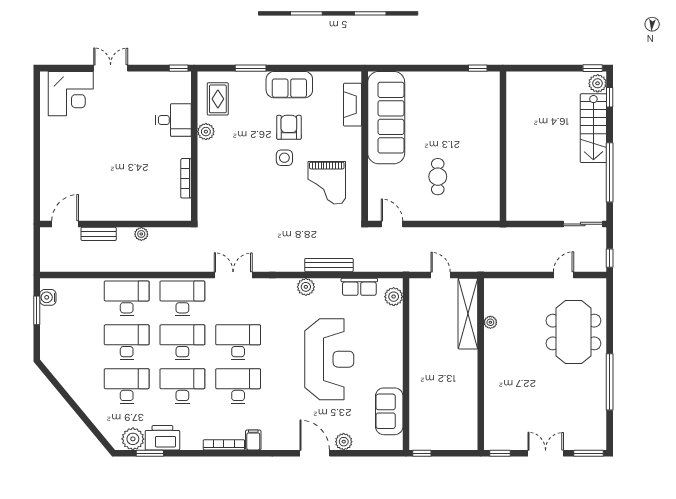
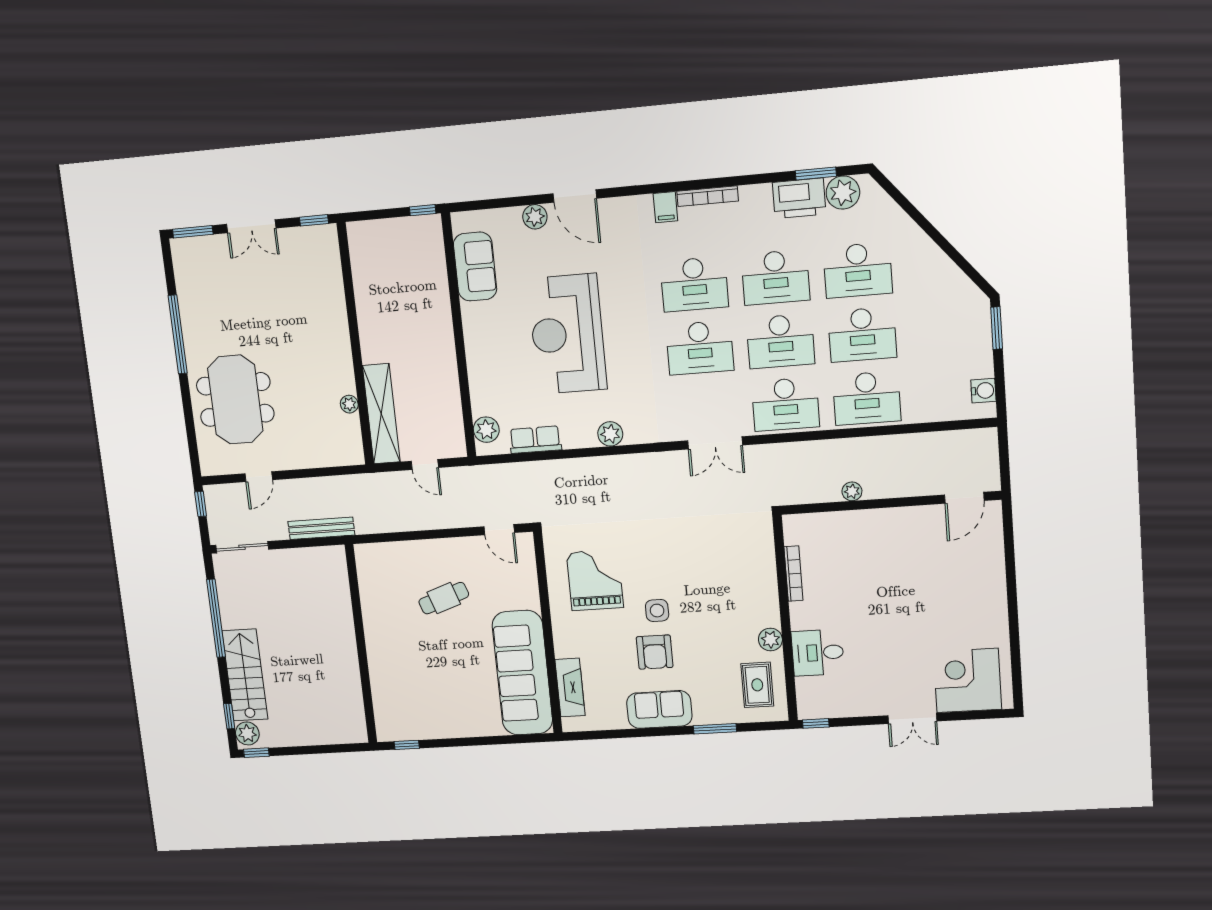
cafe table: (438, 177) -> (444, 598), turned 71
bench: (99, 234) -> (914, 487), removed
bench: (329, 265) -> (321, 528), moved
window: (37, 310) -> (997, 328), moved

